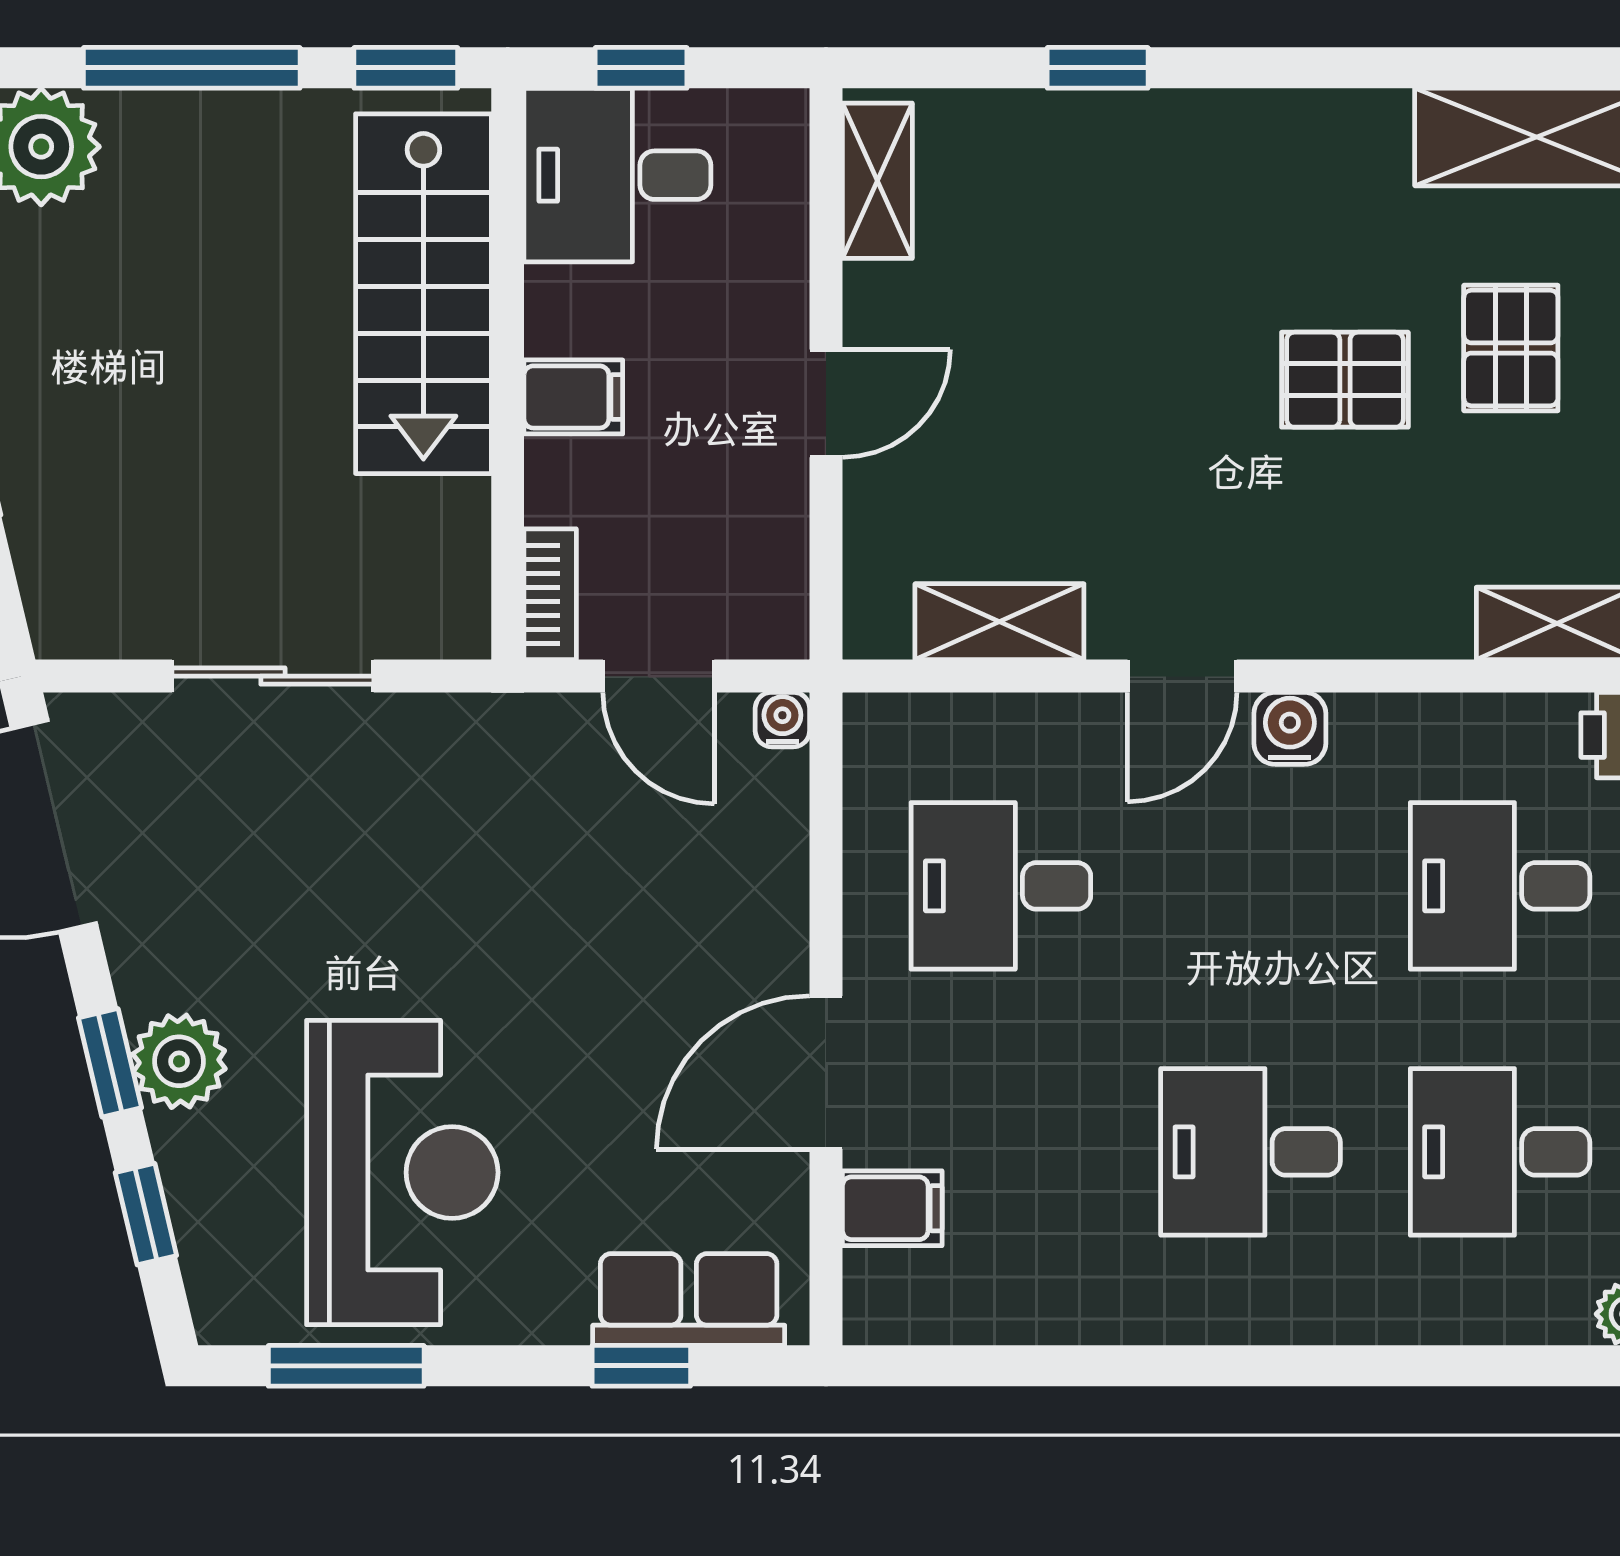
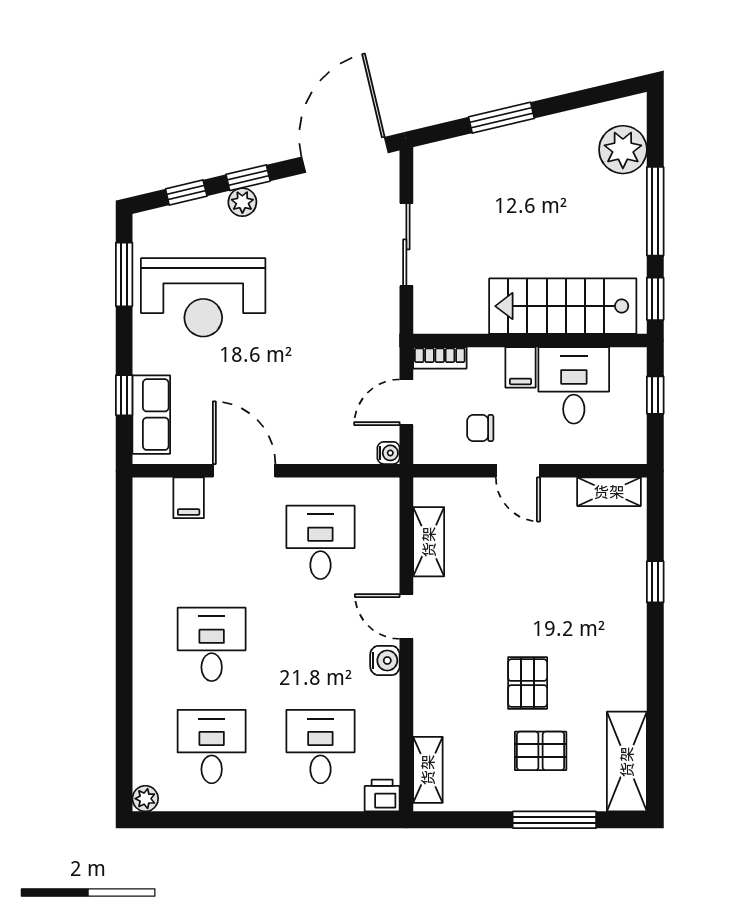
desk: (617, 175) -> (574, 385), moved
chair: (722, 496) -> (480, 428), added
plant: (179, 1061) -> (242, 202), width x0.73, depth x0.73

